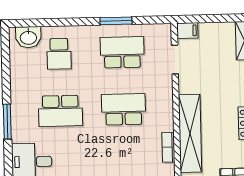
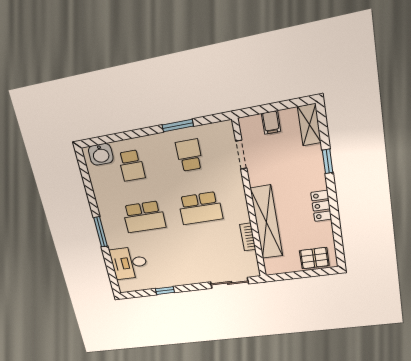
filing cabinet: (187, 30) -> (271, 122), moved, turned 90
school desk: (122, 52) -> (189, 155), width x0.54
school desk: (124, 109) -> (200, 208), turned 180

